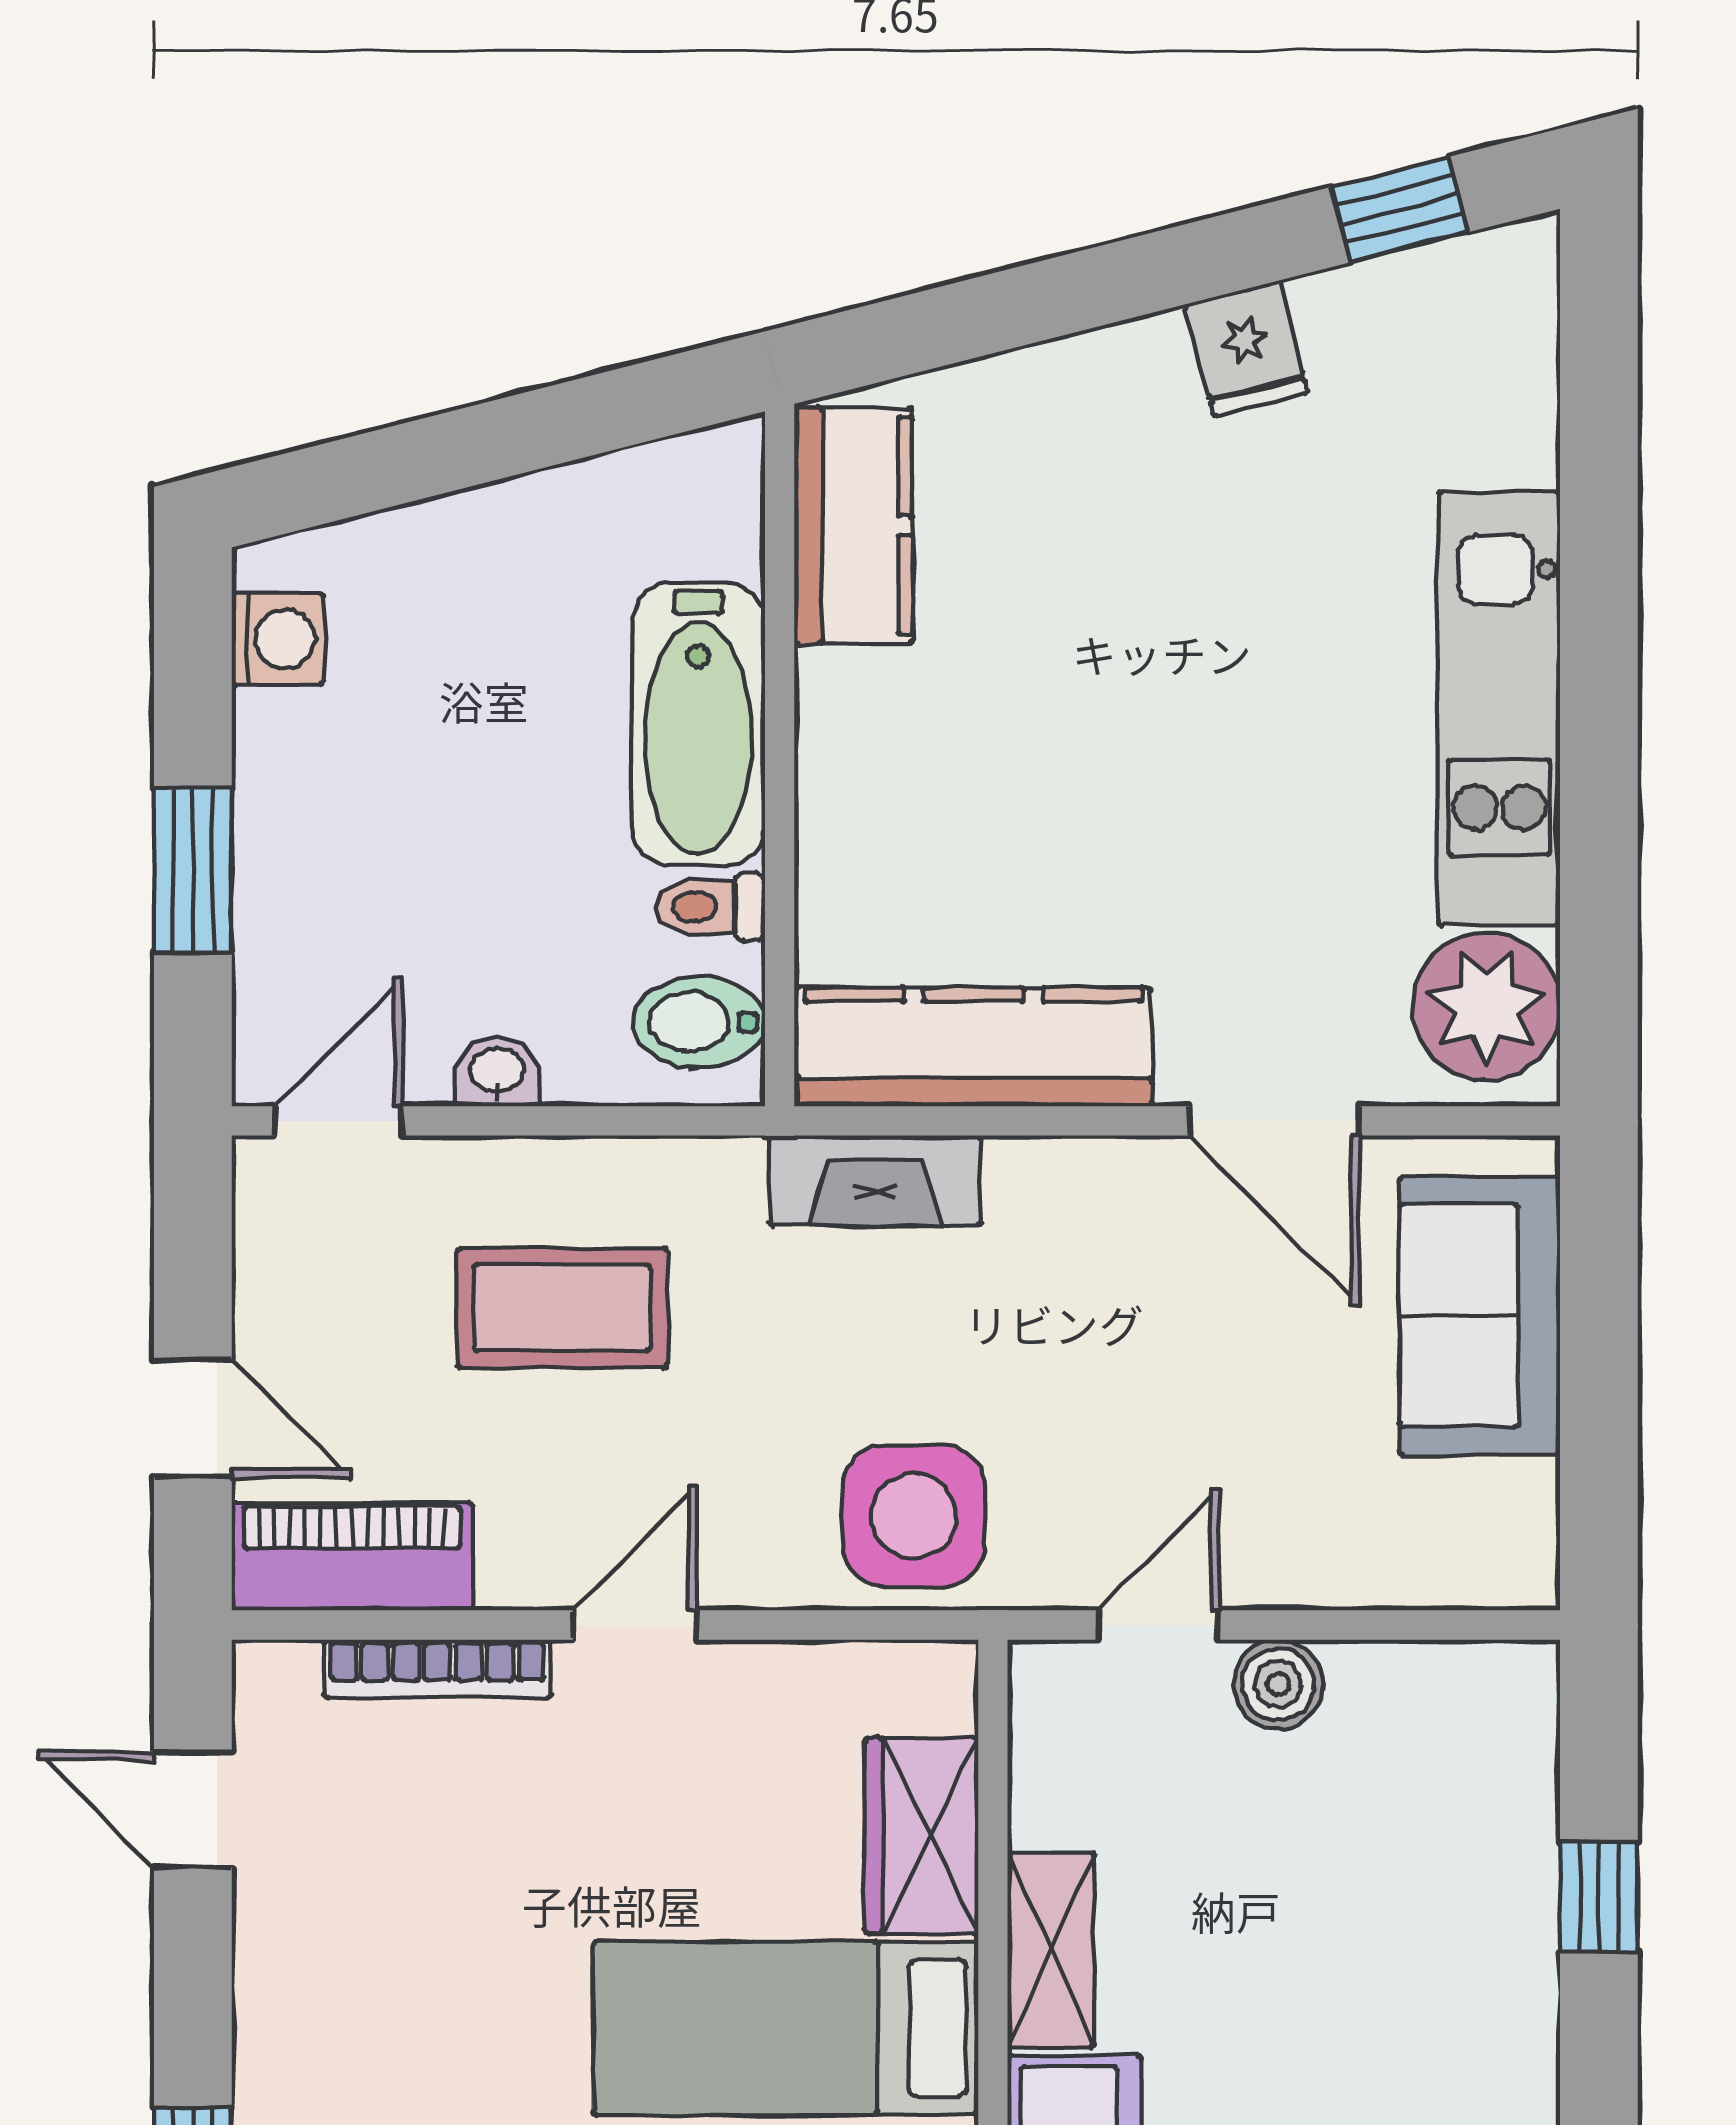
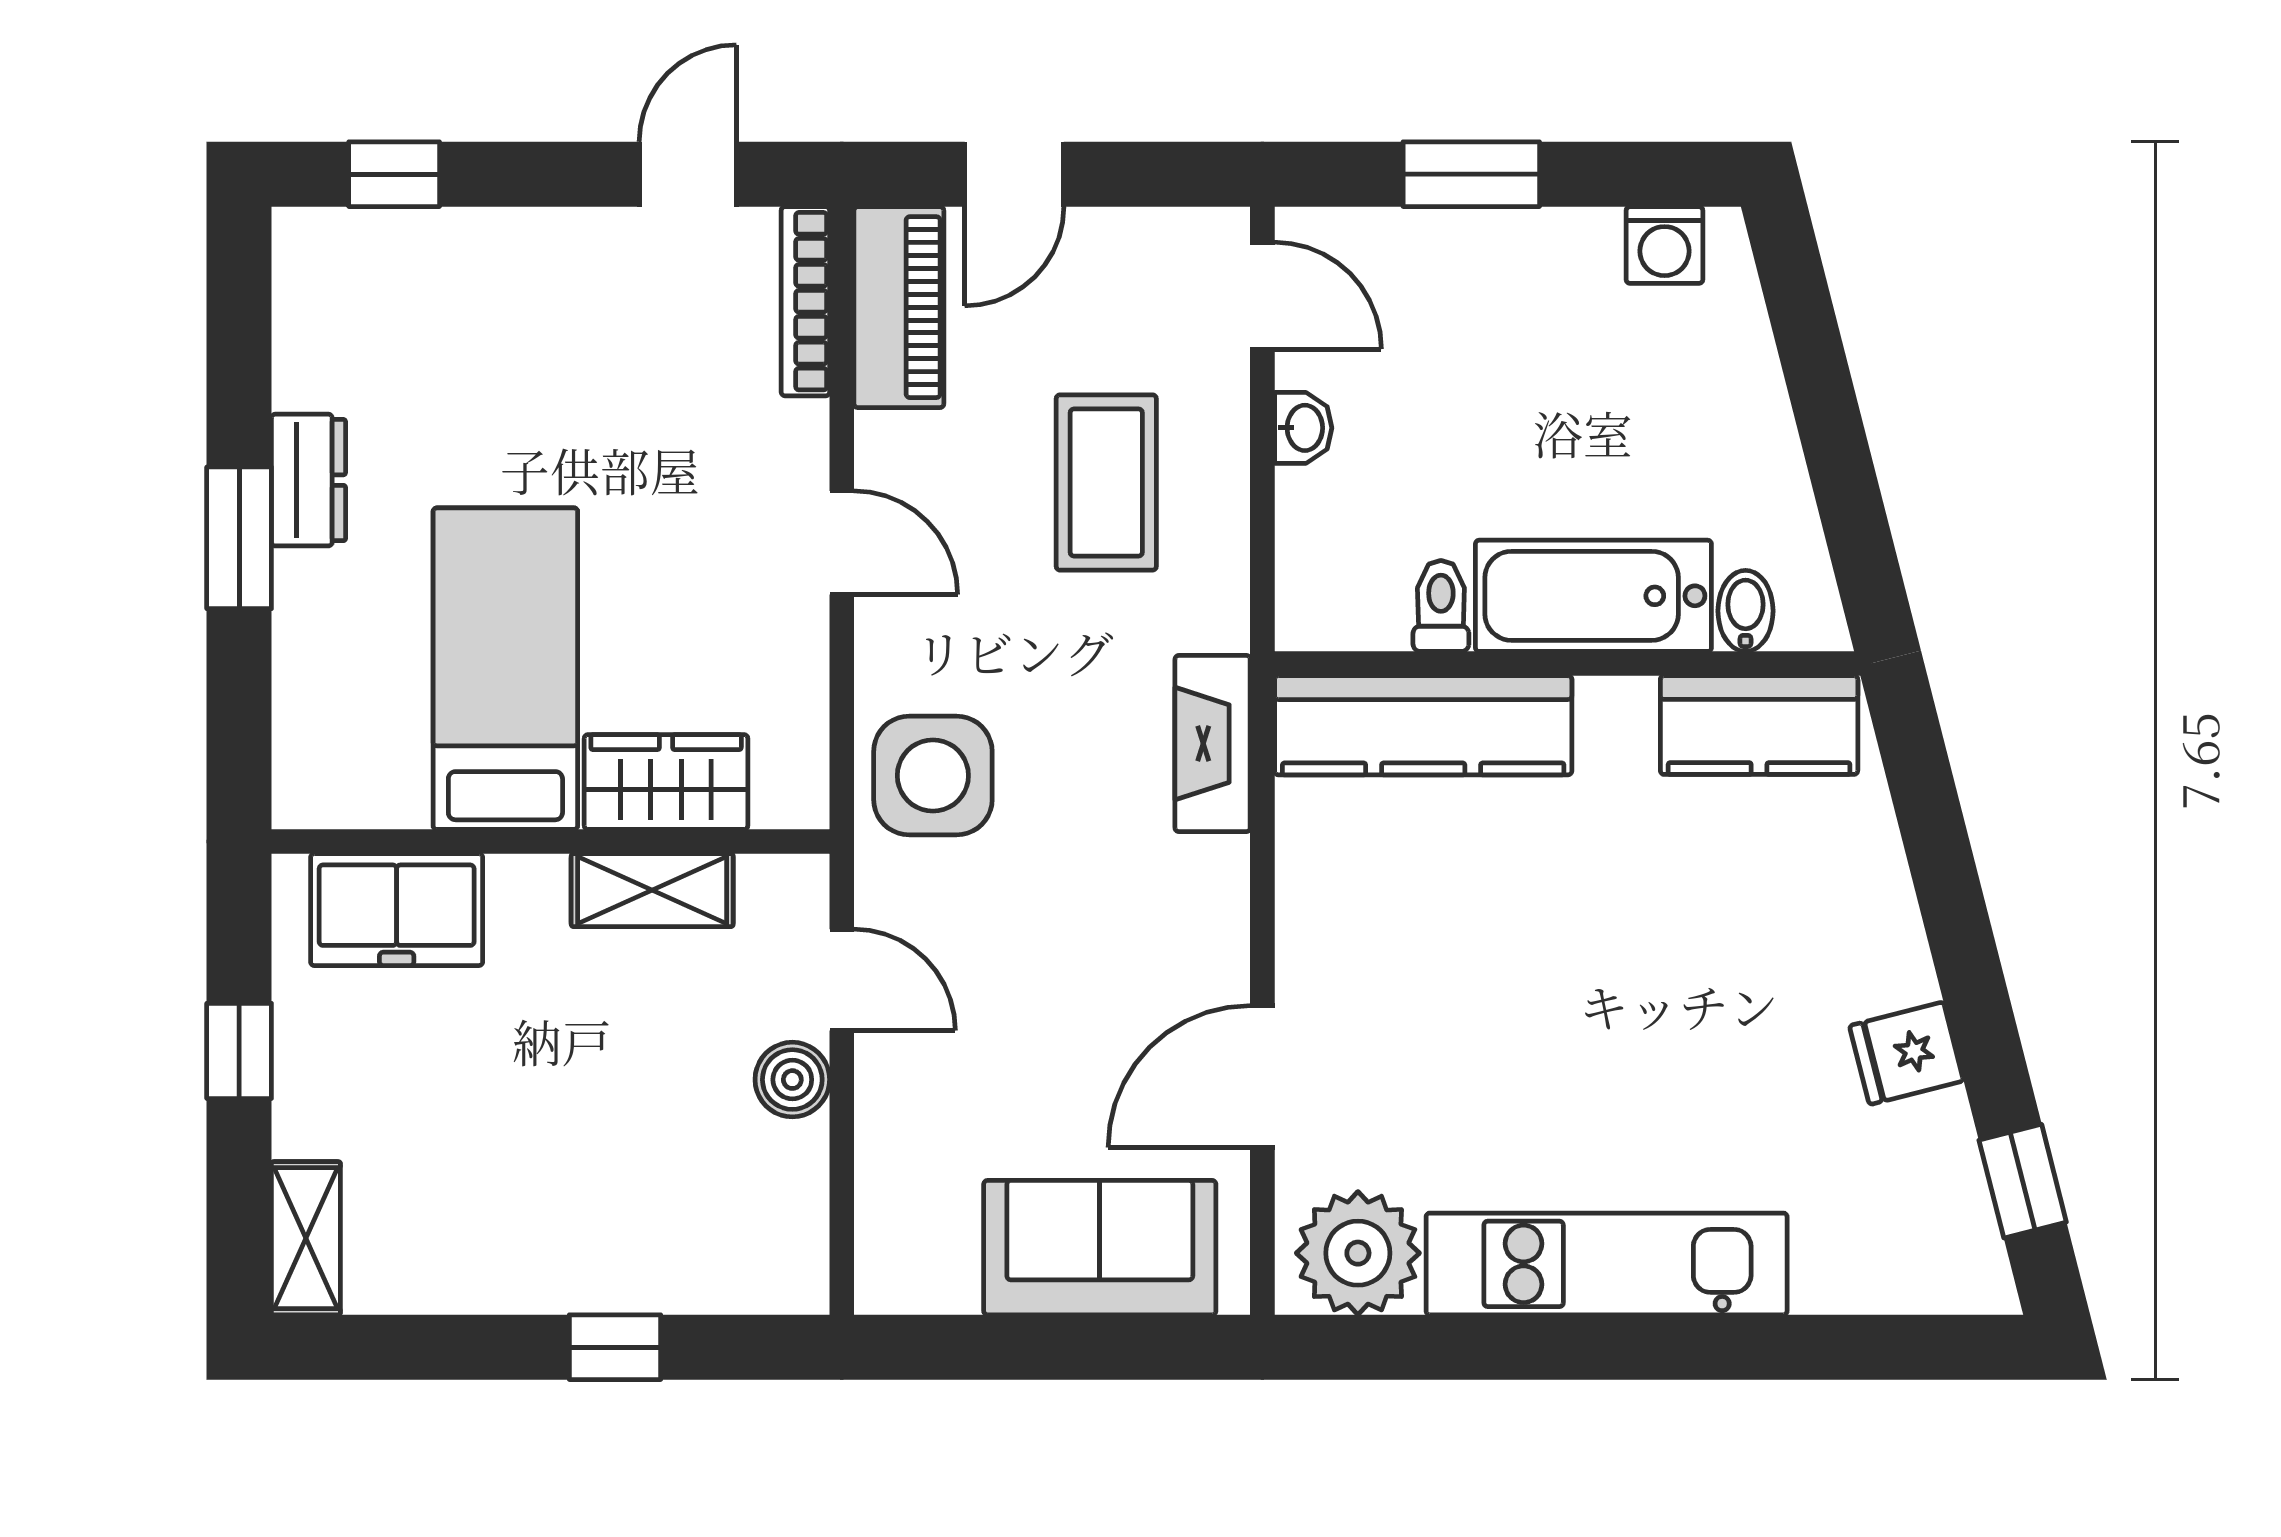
bidet: (699, 1022) -> (1746, 611), moved, width x0.72, depth x0.74
kitchen counter: (974, 1047) -> (1423, 725), moved, turned 90
bookcase: (437, 1669) -> (805, 301), moved
shelving: (1051, 1951) -> (652, 890), moved

